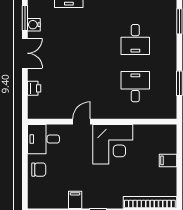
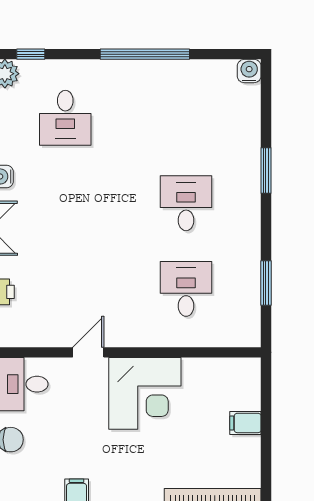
desk: (135, 39) -> (186, 203), turned 180

